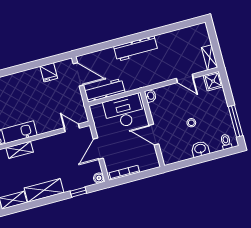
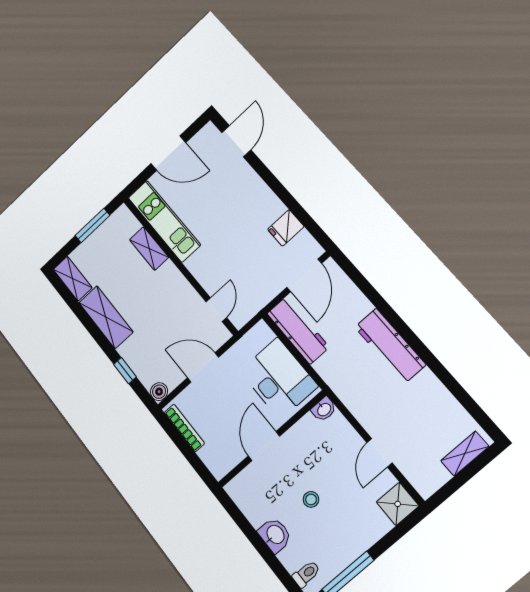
shelving: (210, 57) -> (465, 454), moved

